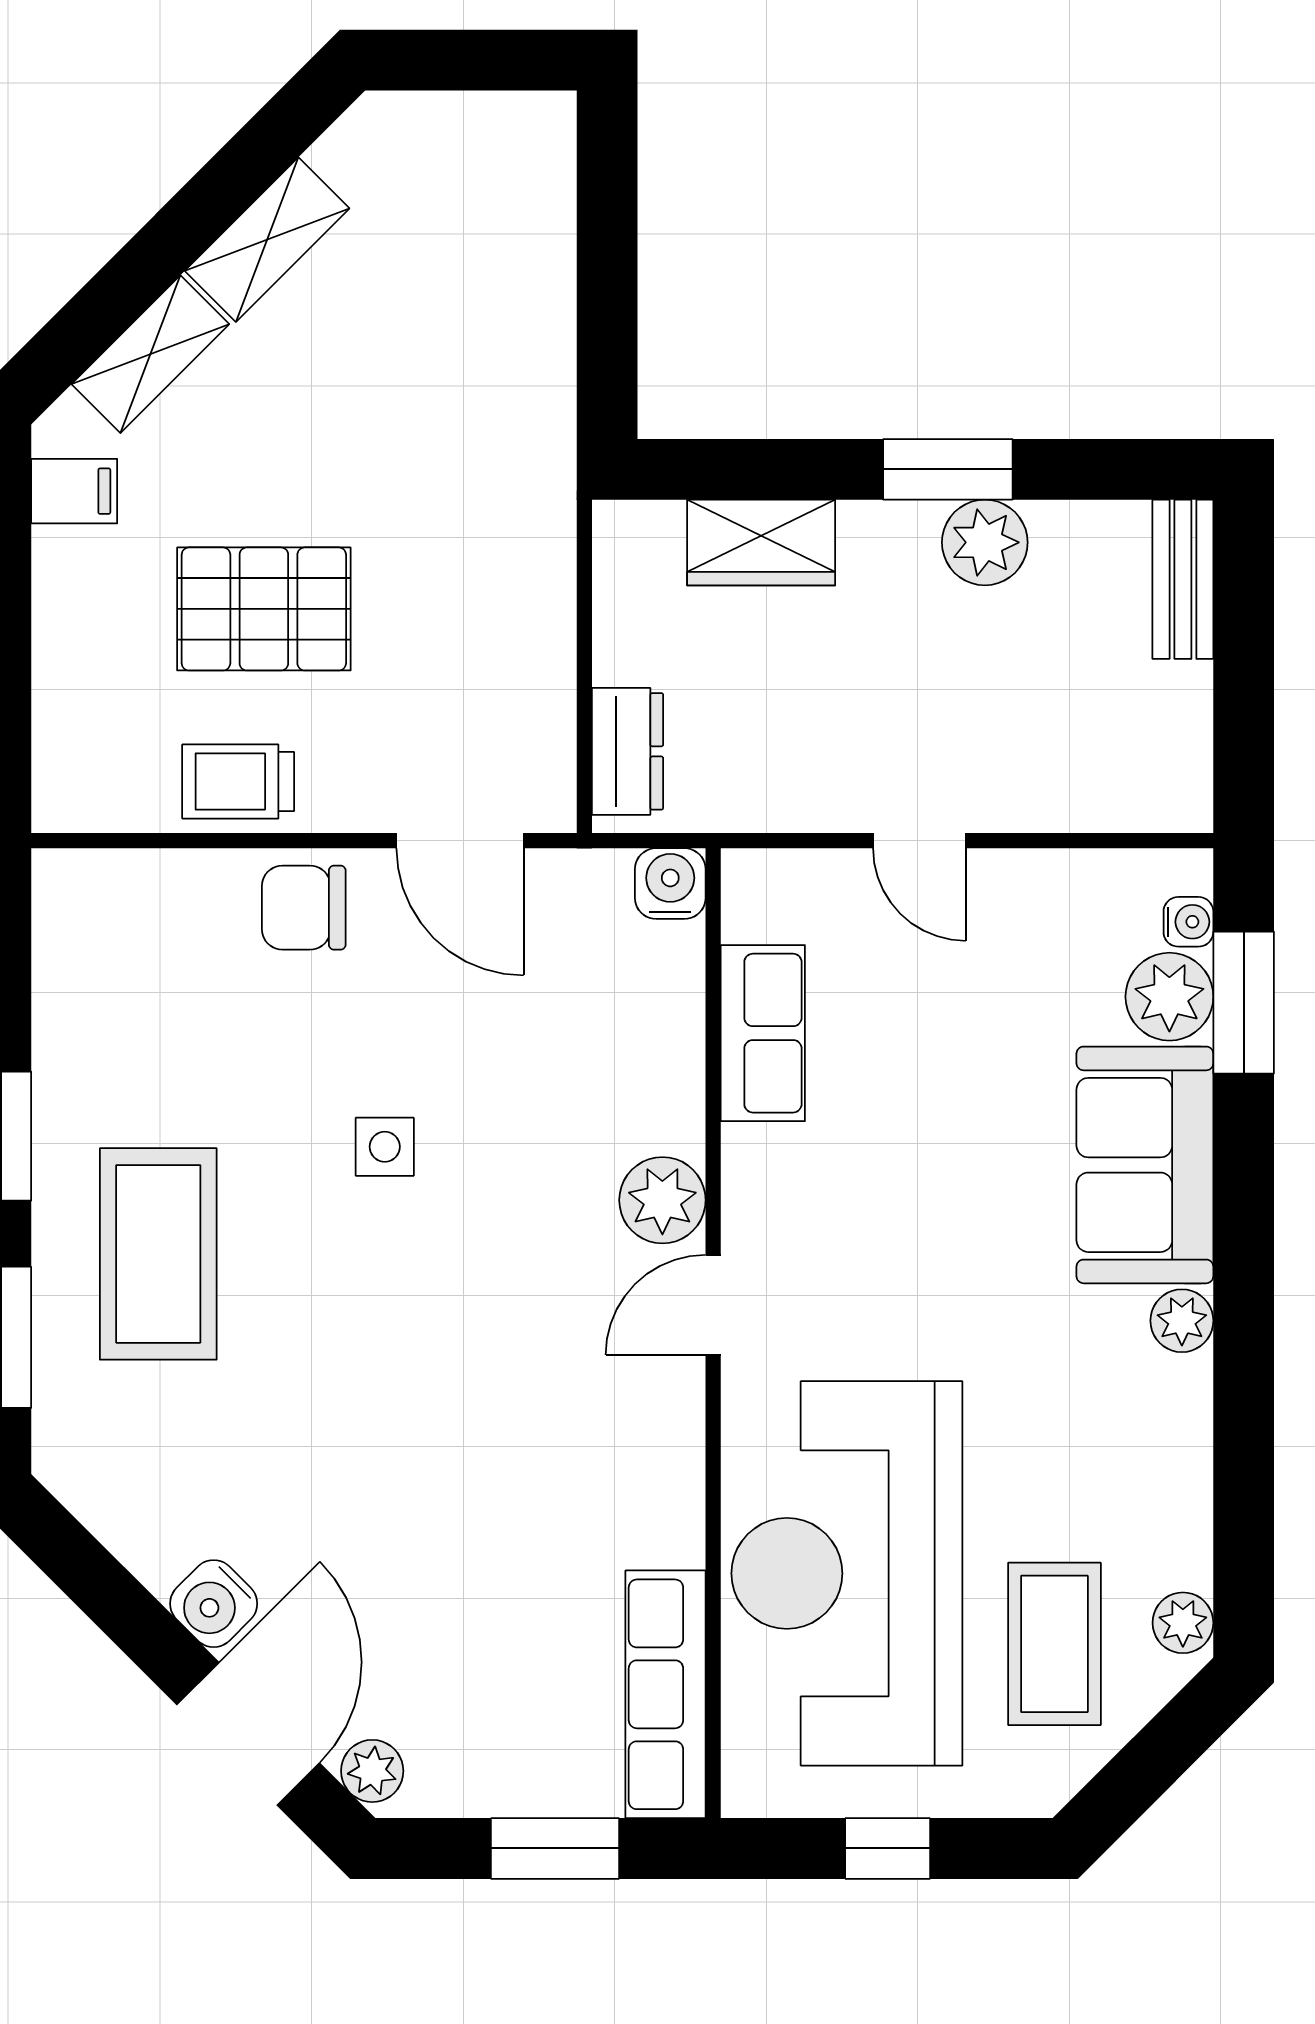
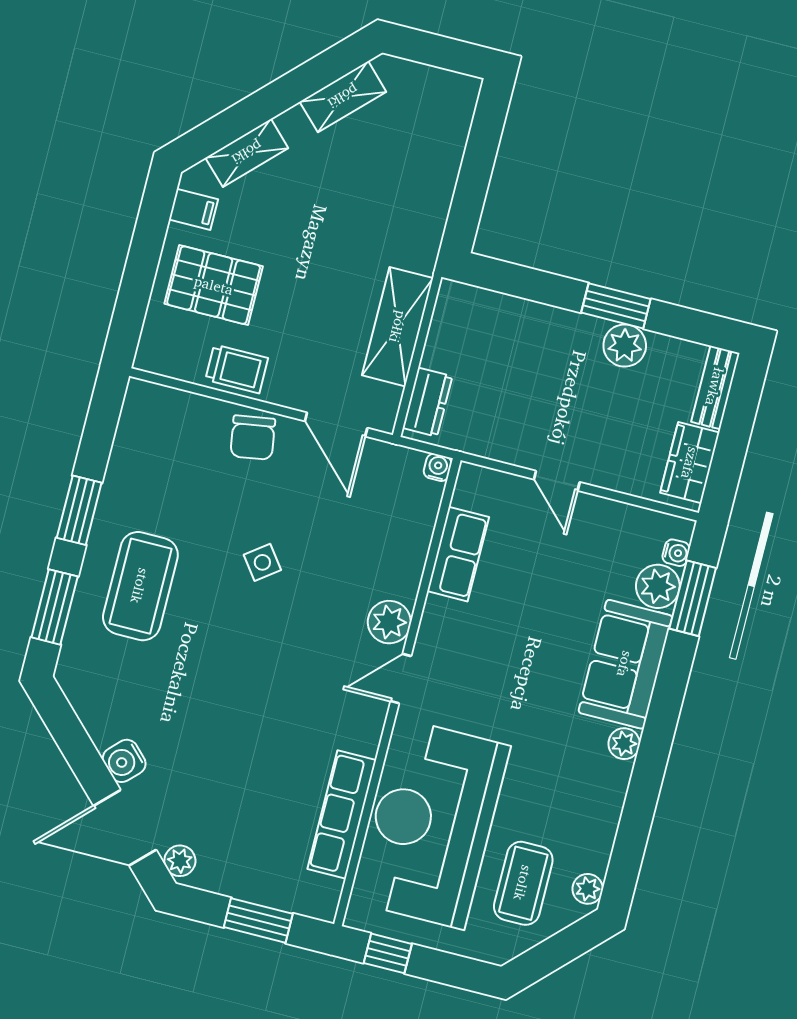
shelving: (267, 240) -> (343, 97), moved
wardrobe: (761, 543) -> (690, 463), moved, turned 90
pallet: (264, 609) -> (214, 285), moved
shelving: (532, 619) -> (398, 327), added
trolley: (238, 781) -> (237, 369), turned 180
water cooler: (670, 884) -> (438, 467), width x0.72, depth x0.72
chair: (304, 908) -> (253, 438), turned -99
side table: (385, 1147) -> (262, 562), turned -37
row of seats: (666, 1694) -> (342, 814), moved
door: (248, 1734) -> (125, 828), swing flipped
window: (888, 1848) -> (388, 953), moved

